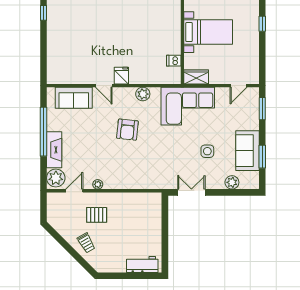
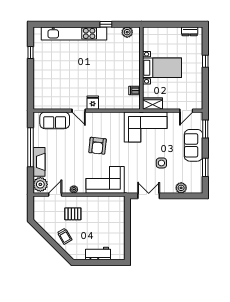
plant: (143, 94) -> (110, 117), removed
sofa: (248, 151) -> (194, 145), moved
corner sofa: (137, 172) -> (105, 180), added
workbench: (142, 265) -> (98, 254), moved

